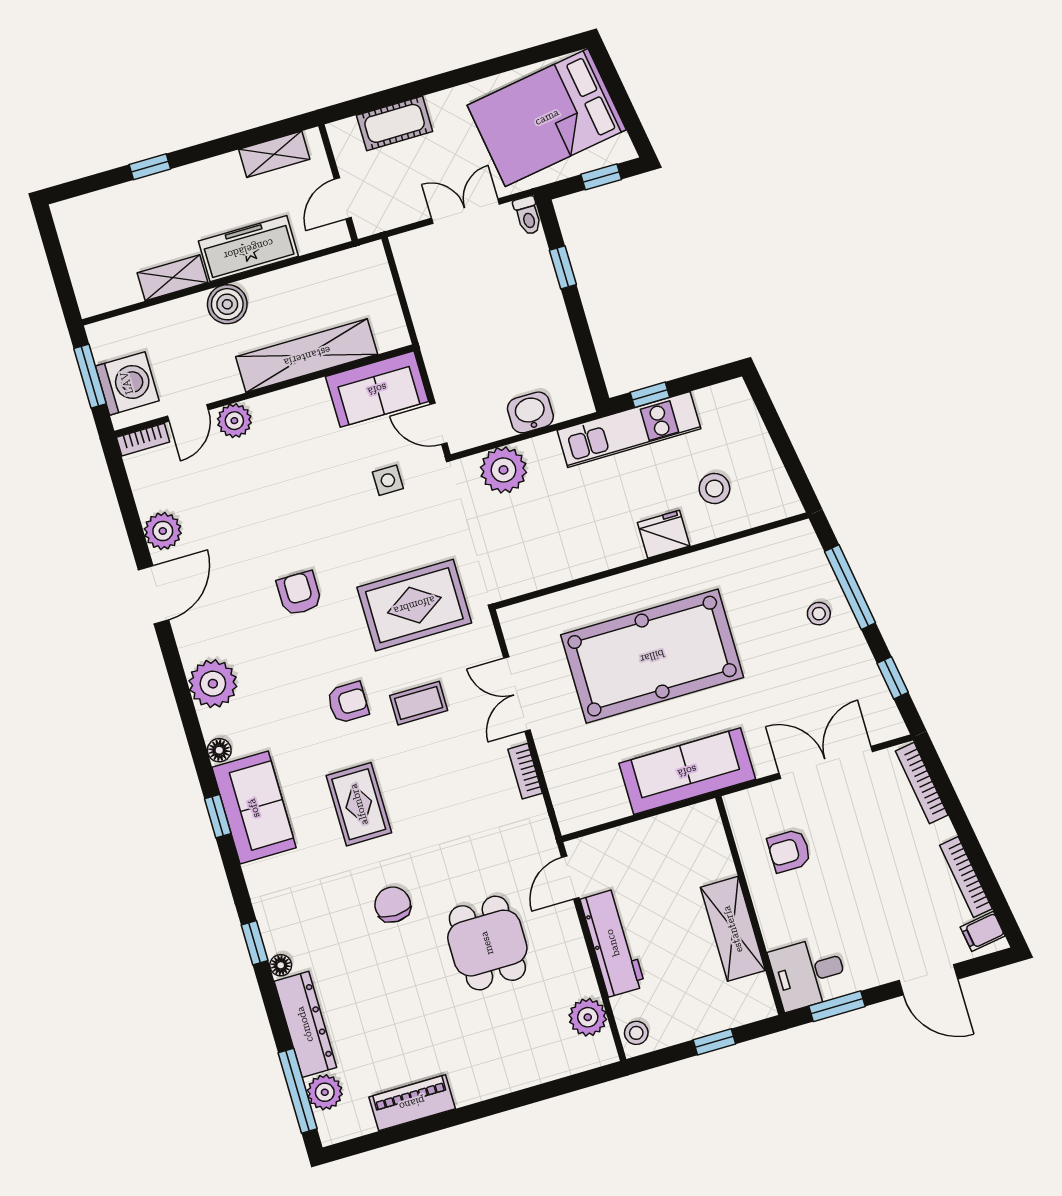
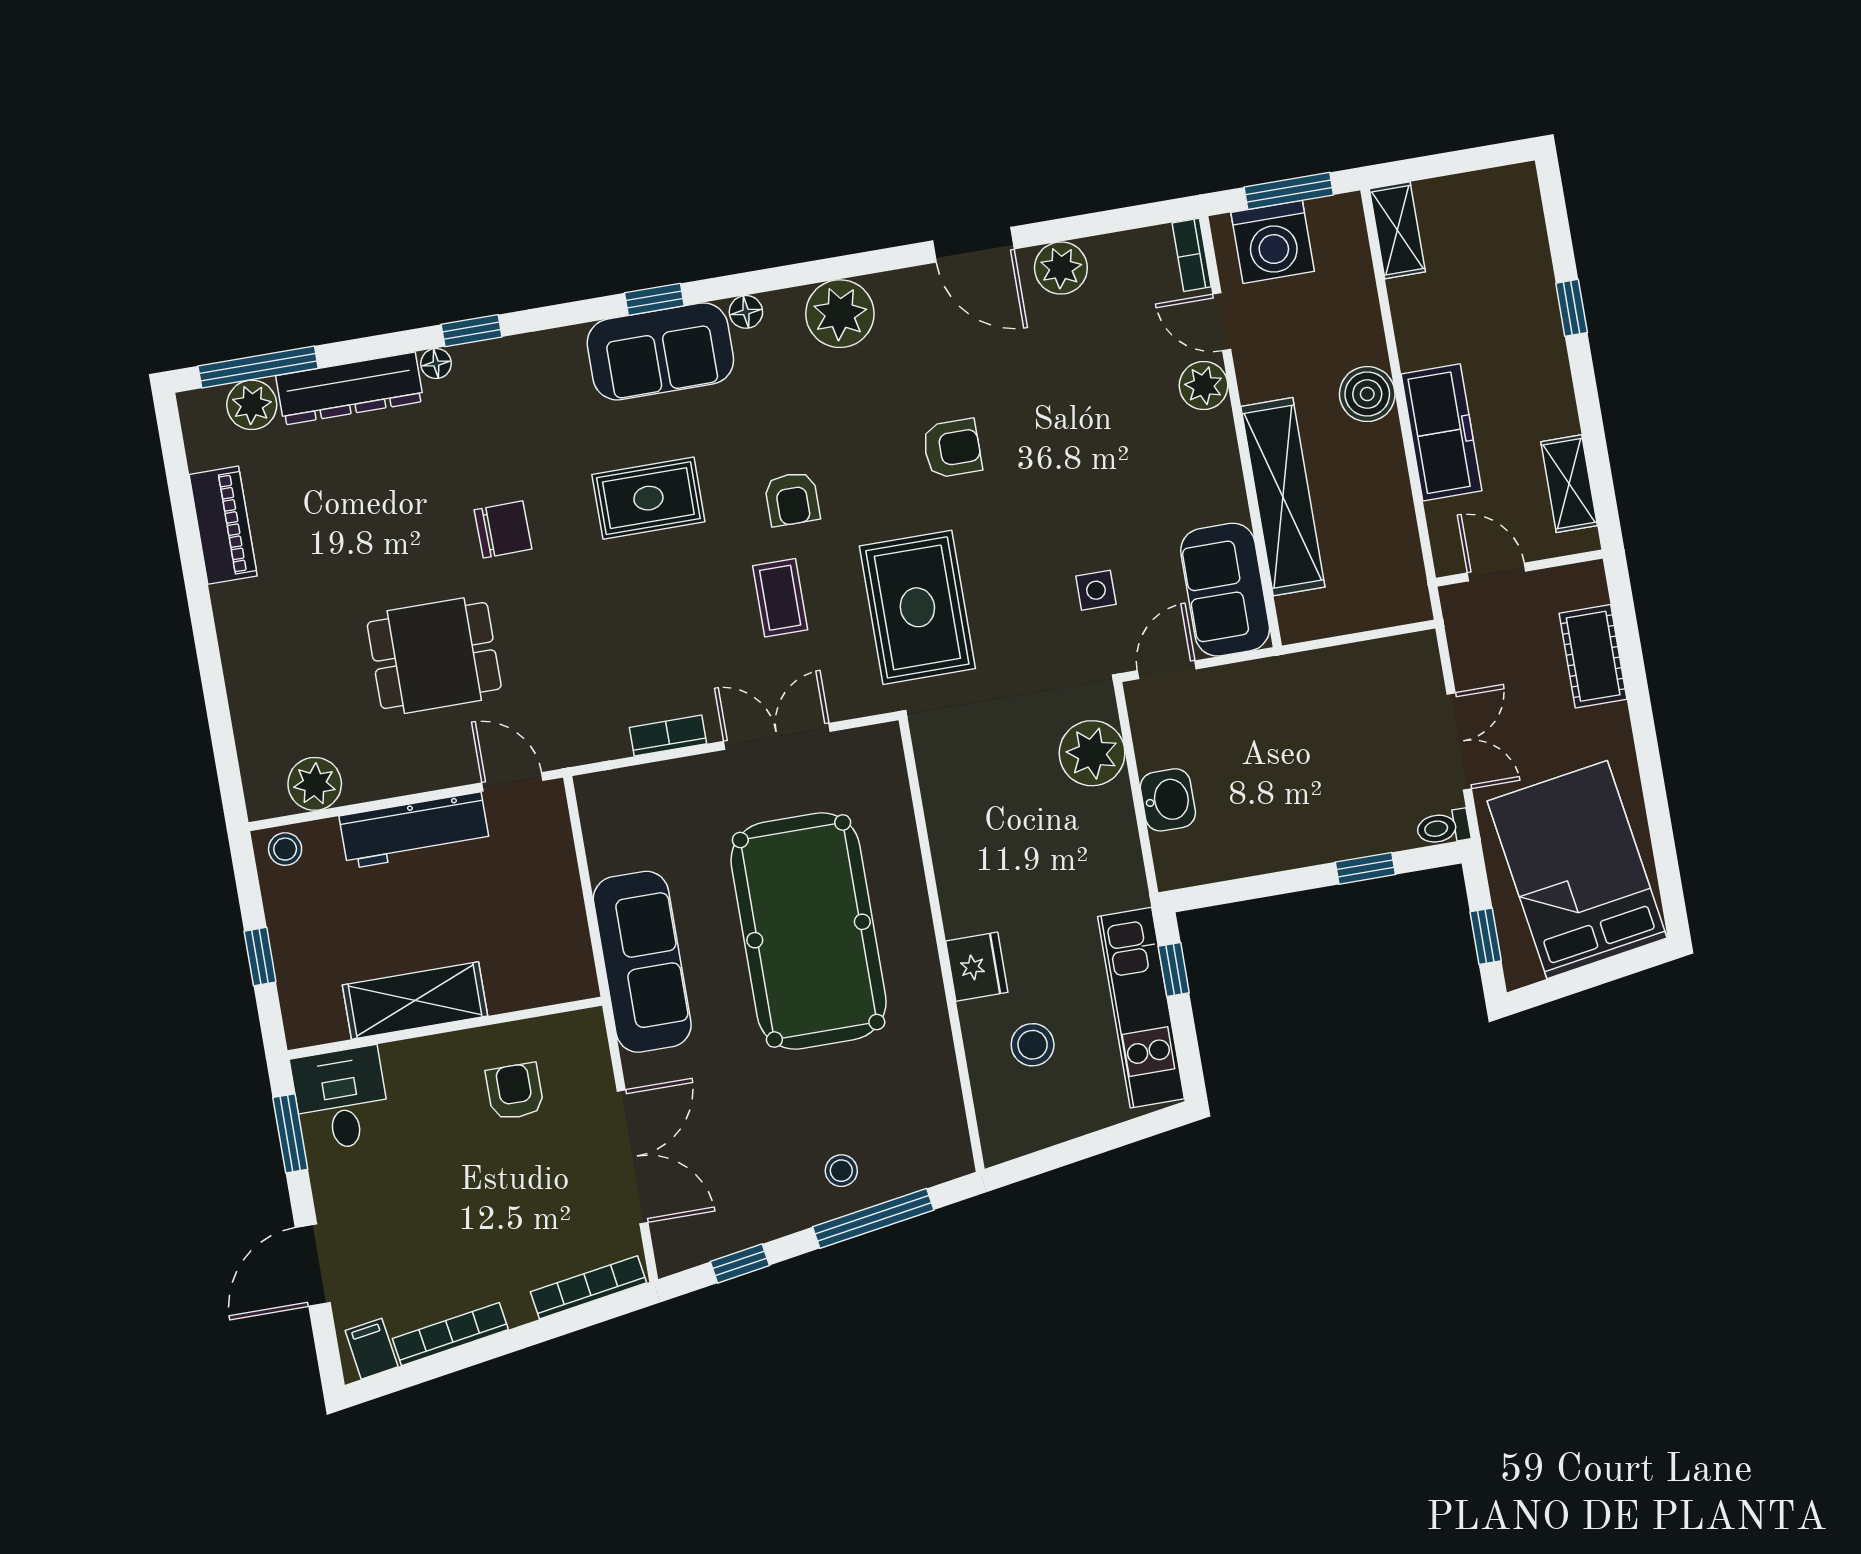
shelving: (172, 278) -> (1397, 230), moved
kitchen unit: (629, 430) -> (1141, 1008), moved

